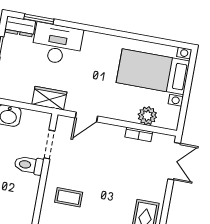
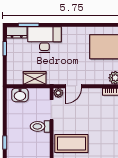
wardrobe: (49, 98) -> (35, 78), moved
plant: (63, 122) -> (58, 93), added
coffee table: (69, 197) -> (71, 144), width x1.86, depth x1.72

